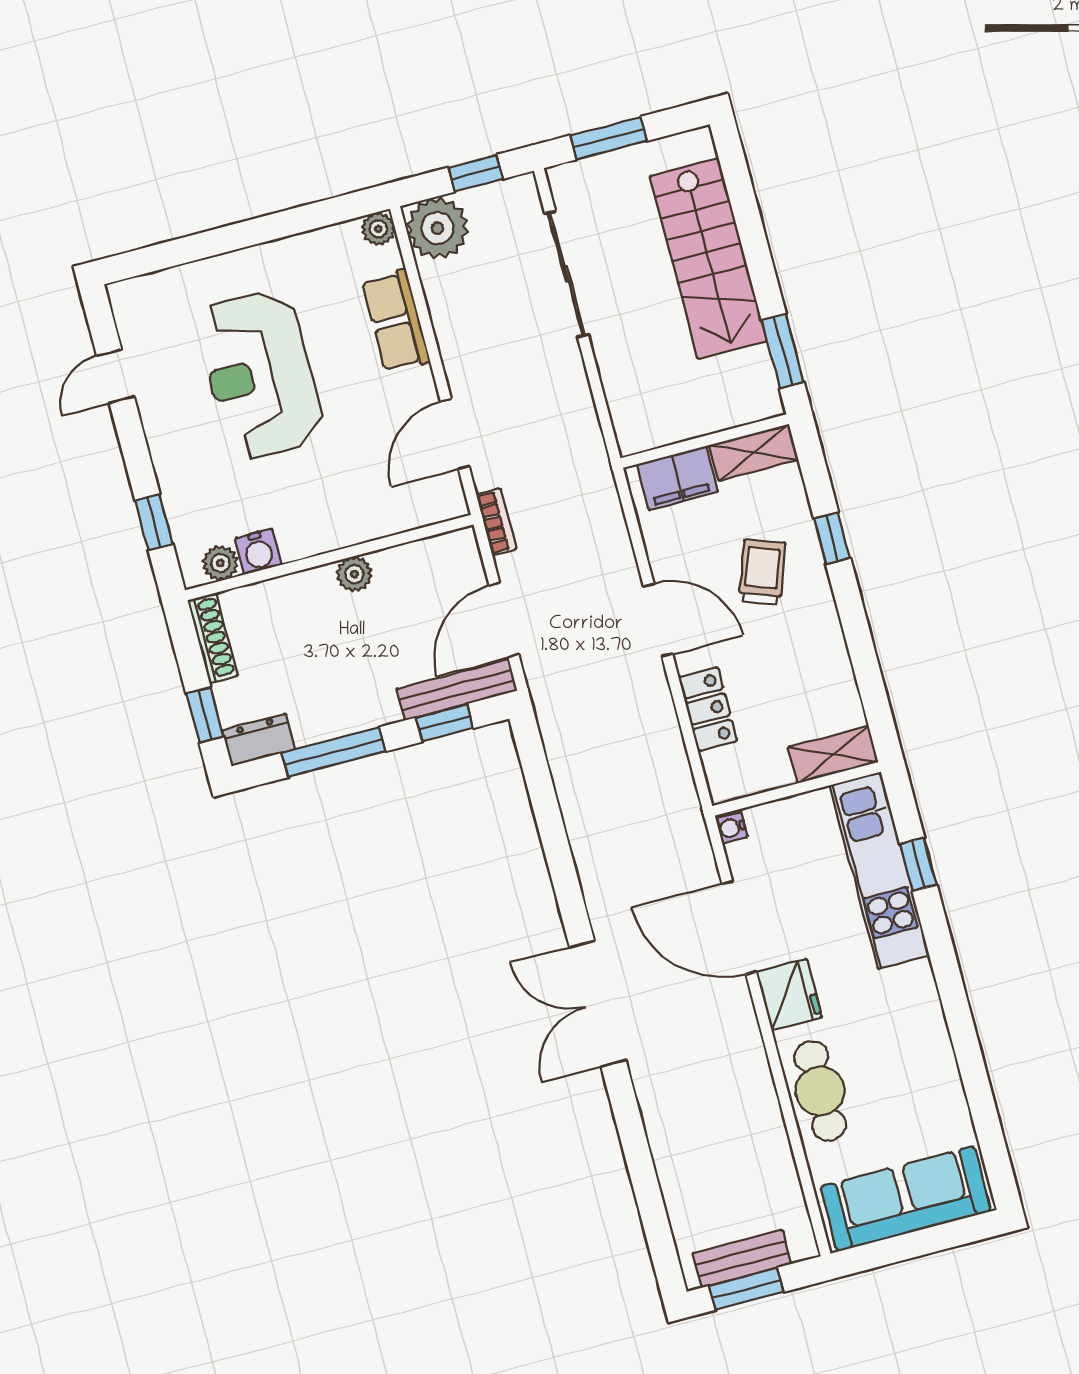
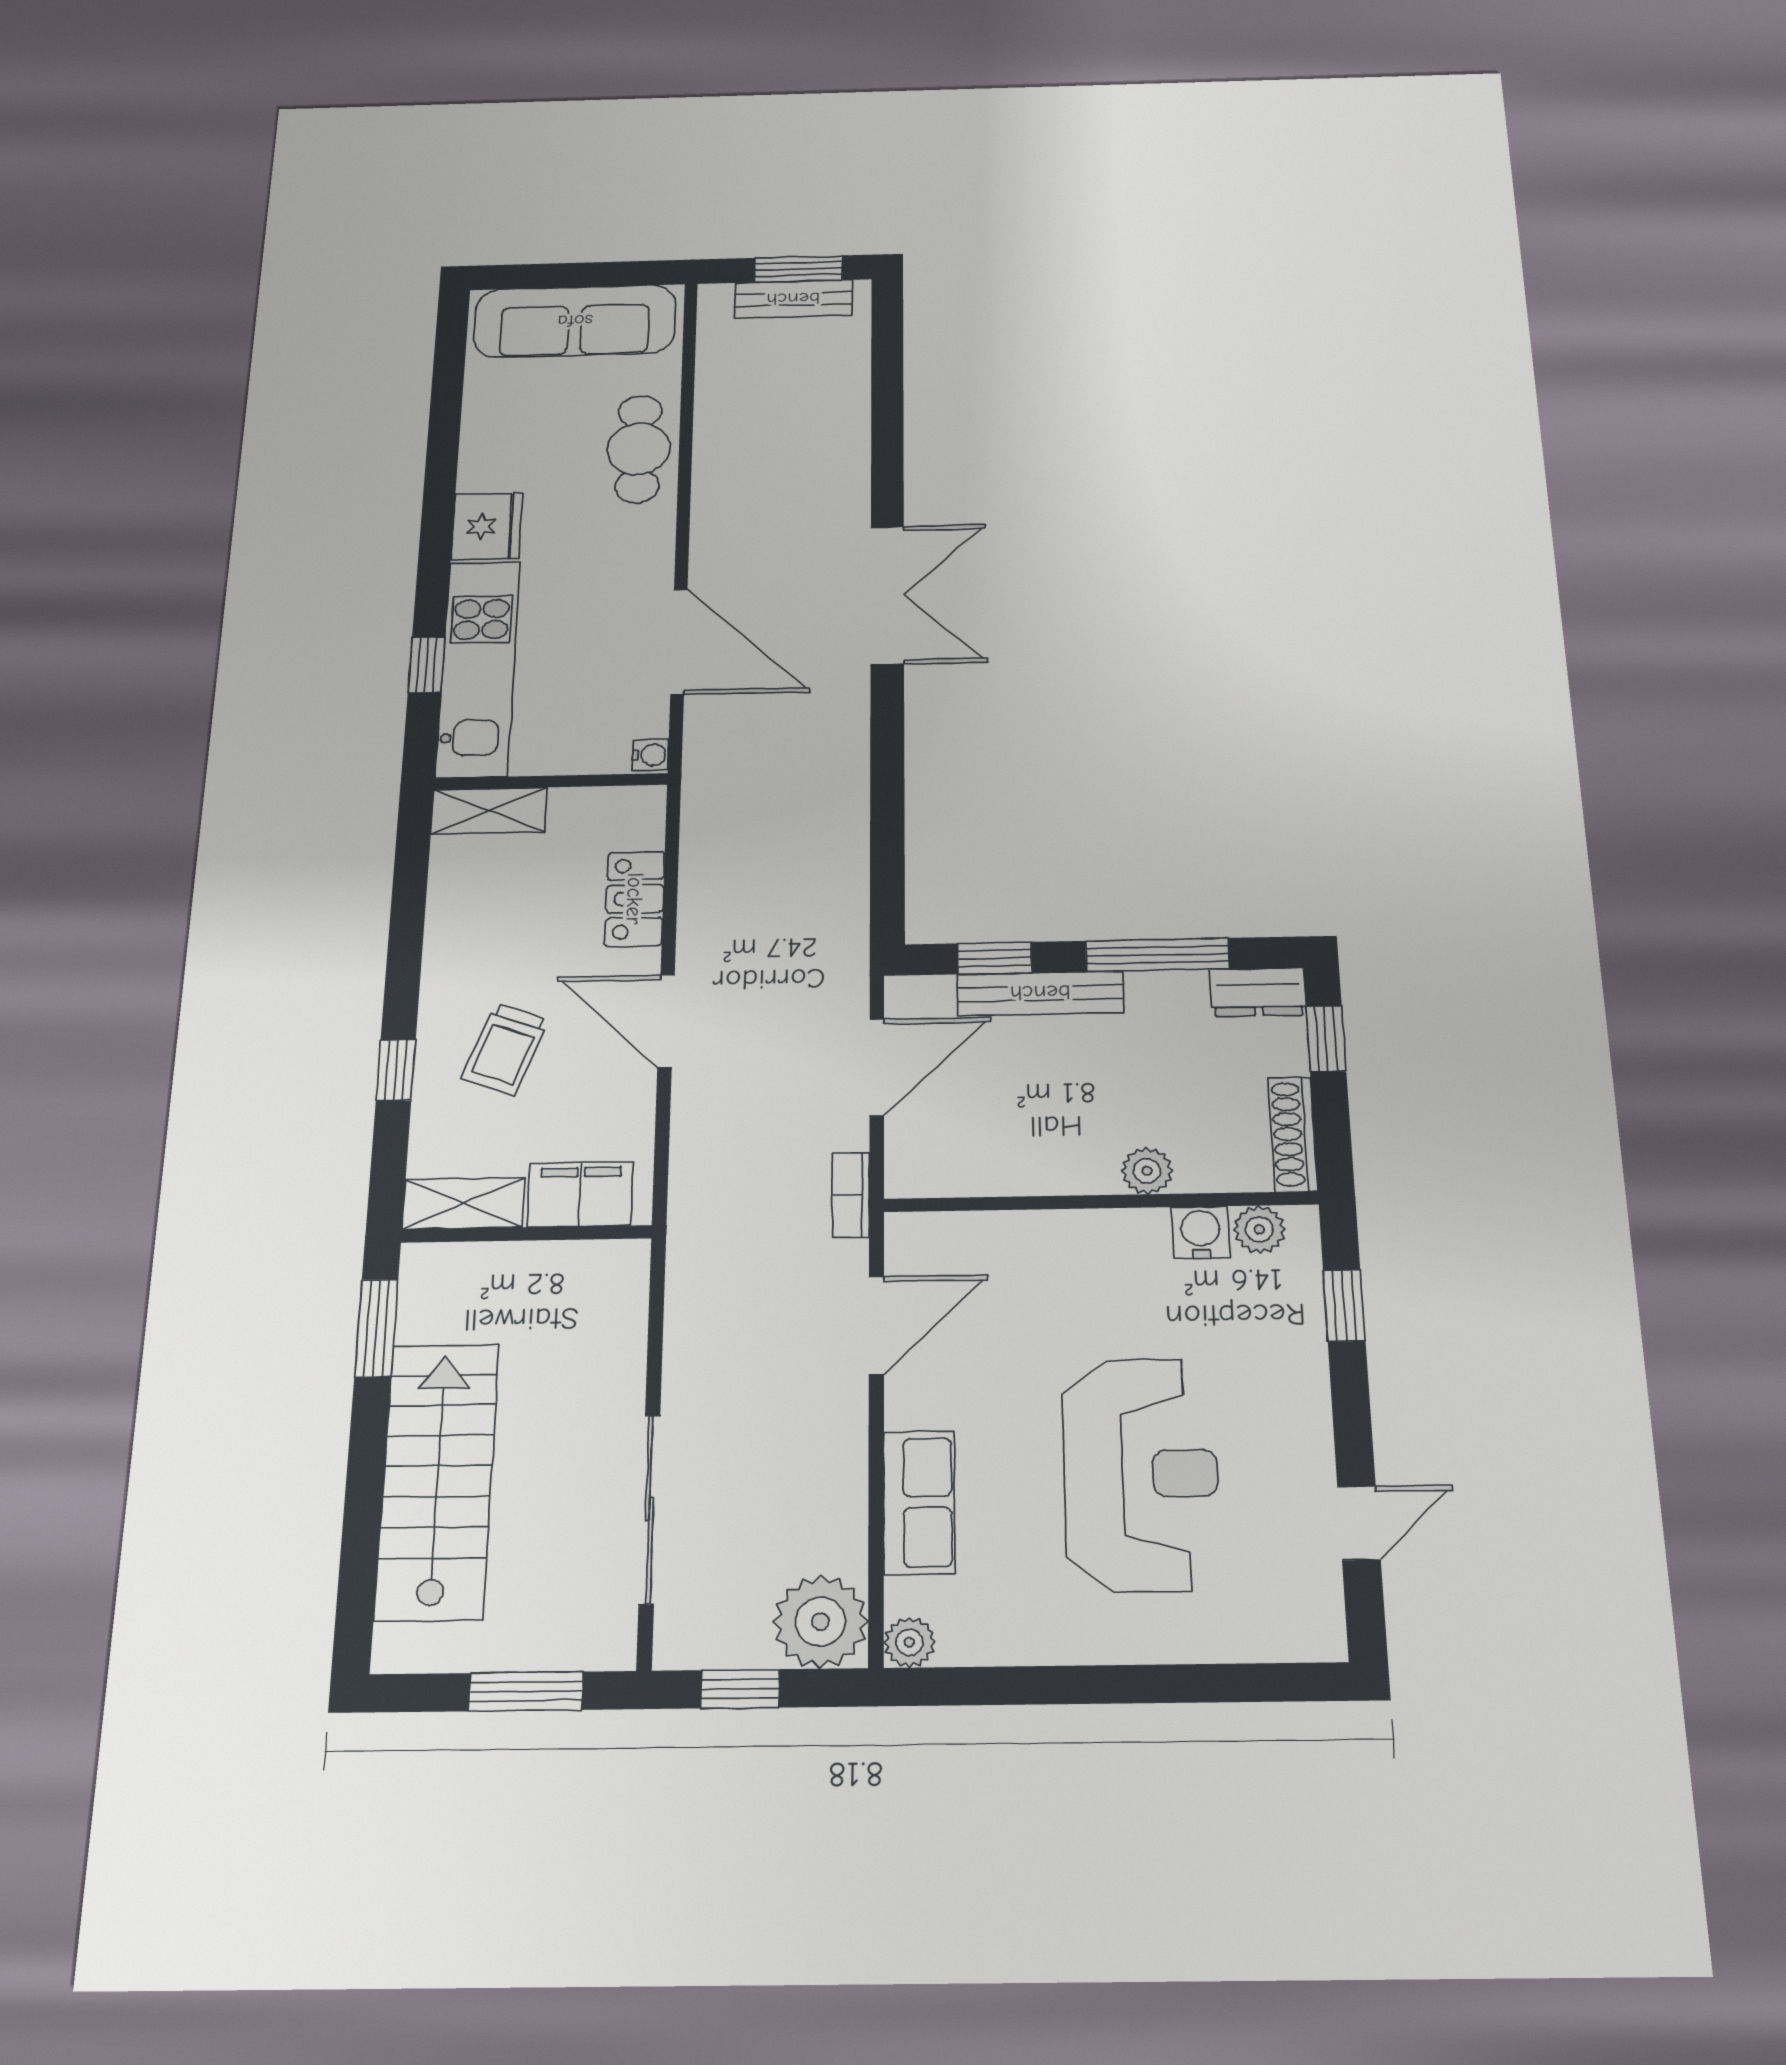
plant: (354, 574) -> (1147, 1171), moved
bench: (457, 690) -> (1040, 993), moved
fridge: (789, 995) -> (487, 526), moved, turned 180

